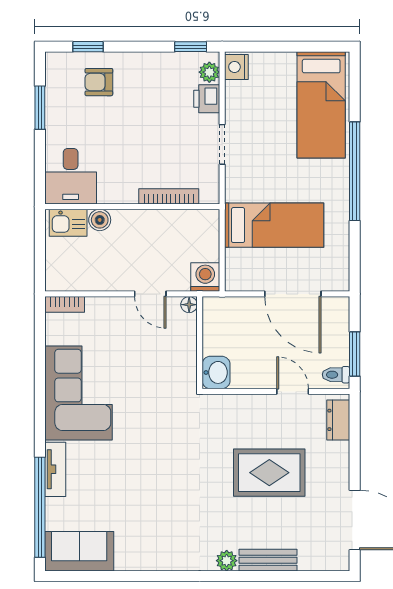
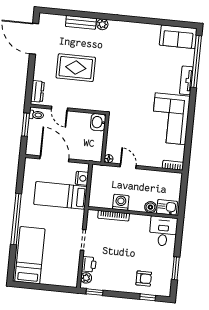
nightstand: (236, 67) -> (82, 178), moved
washing machine: (205, 277) -> (121, 202), moved, turned 180

